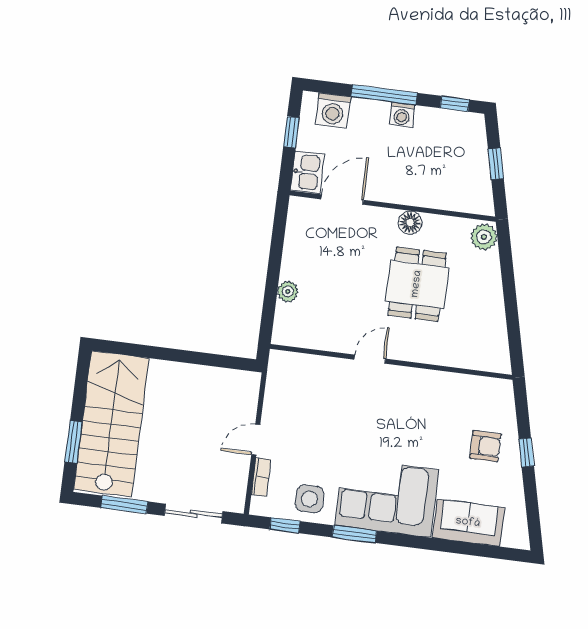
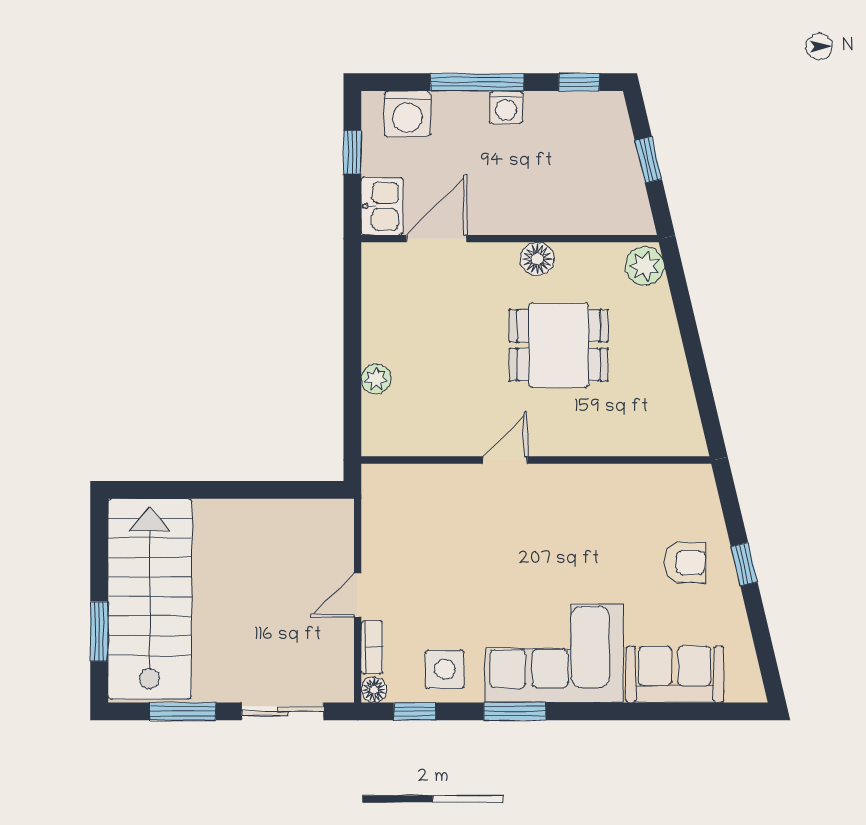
dining table: (417, 284) -> (559, 345), turned 90
floor lamp: (259, 507) -> (374, 690), added

